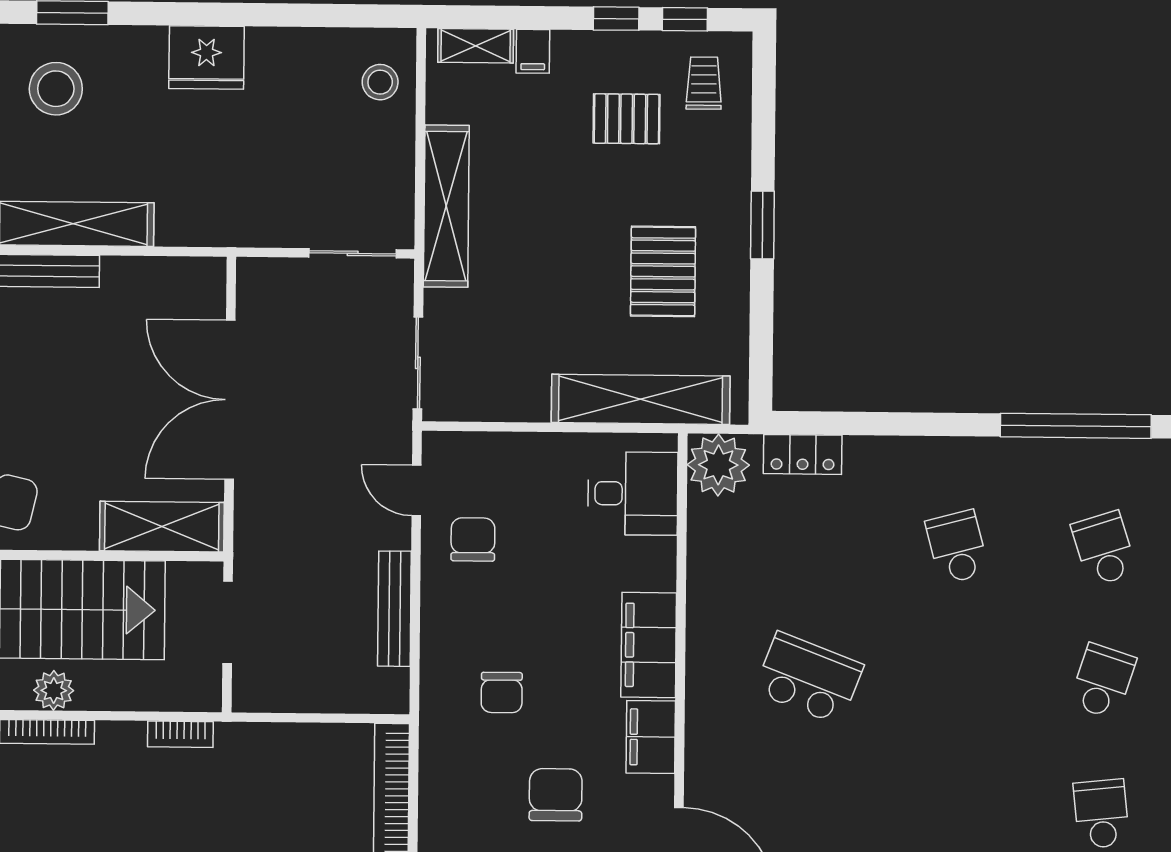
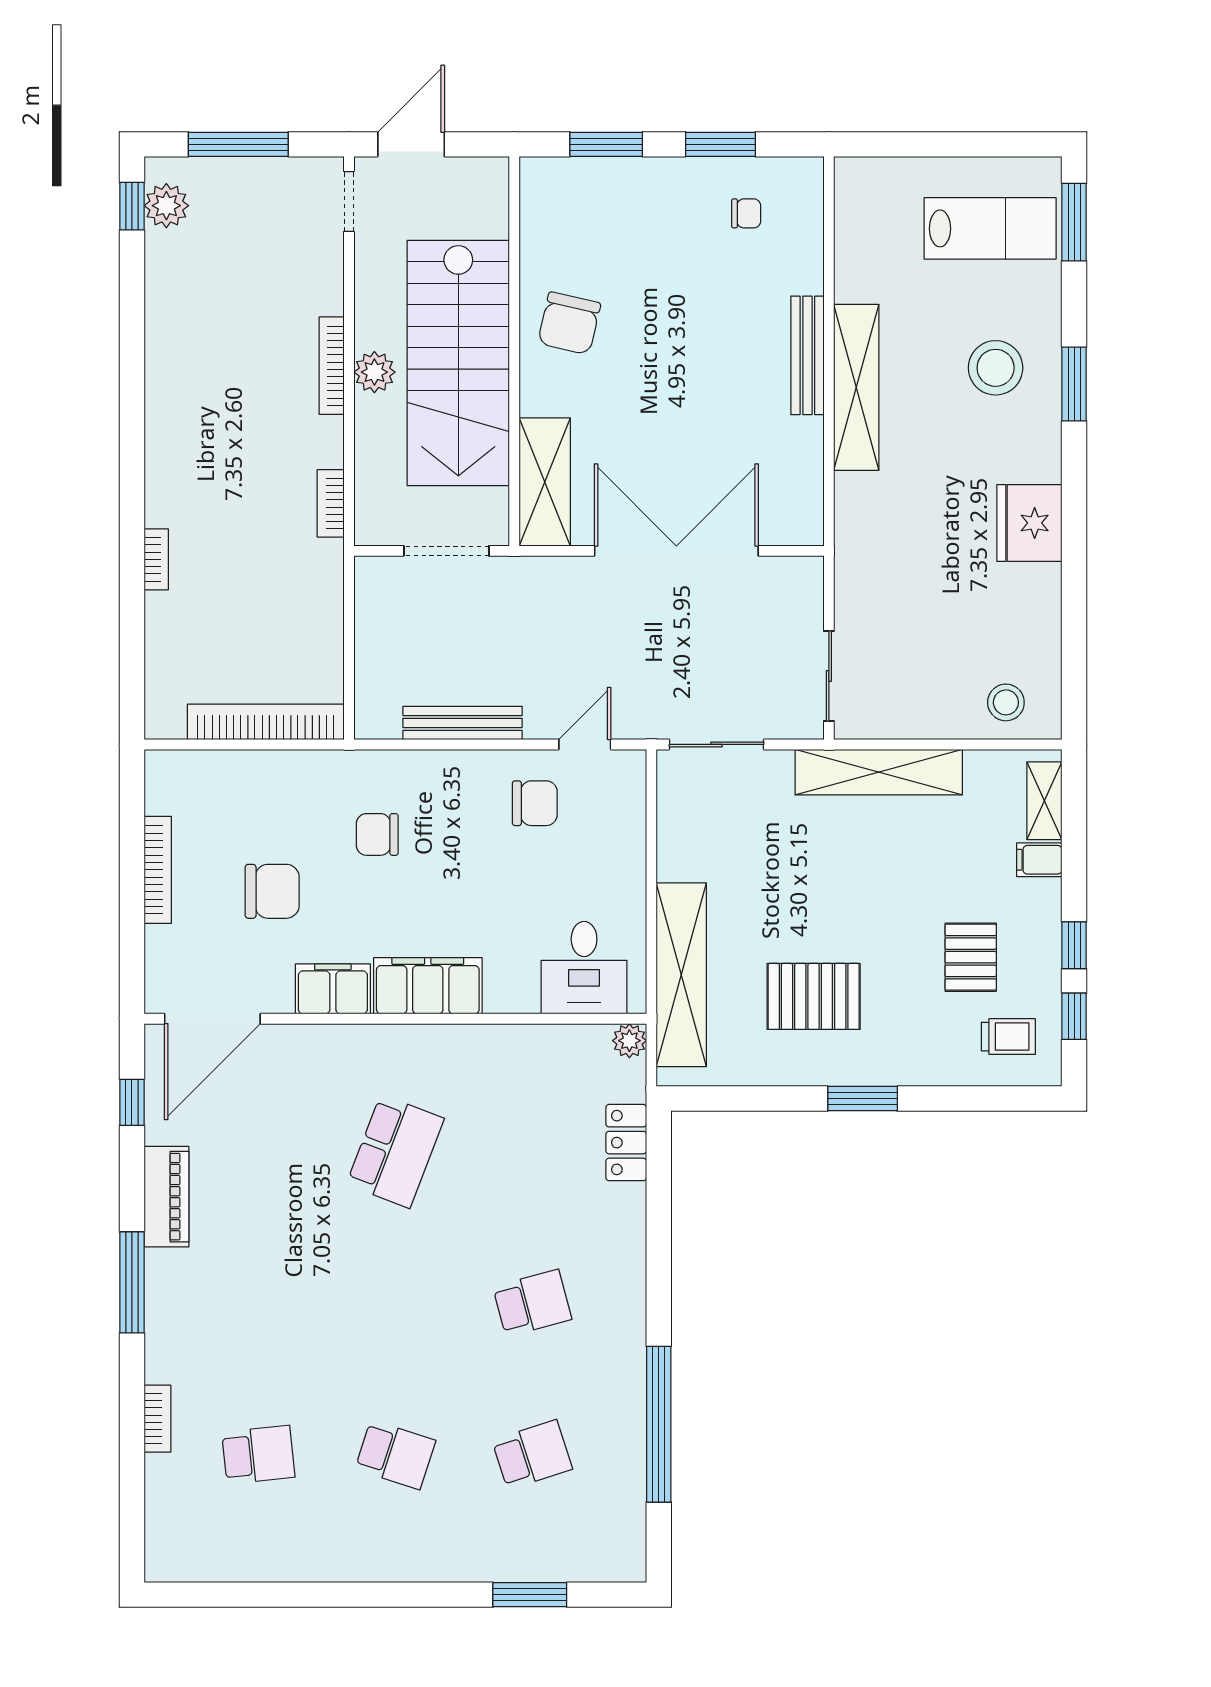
plant: (718, 465) -> (629, 1041), width x0.53, depth x0.53

